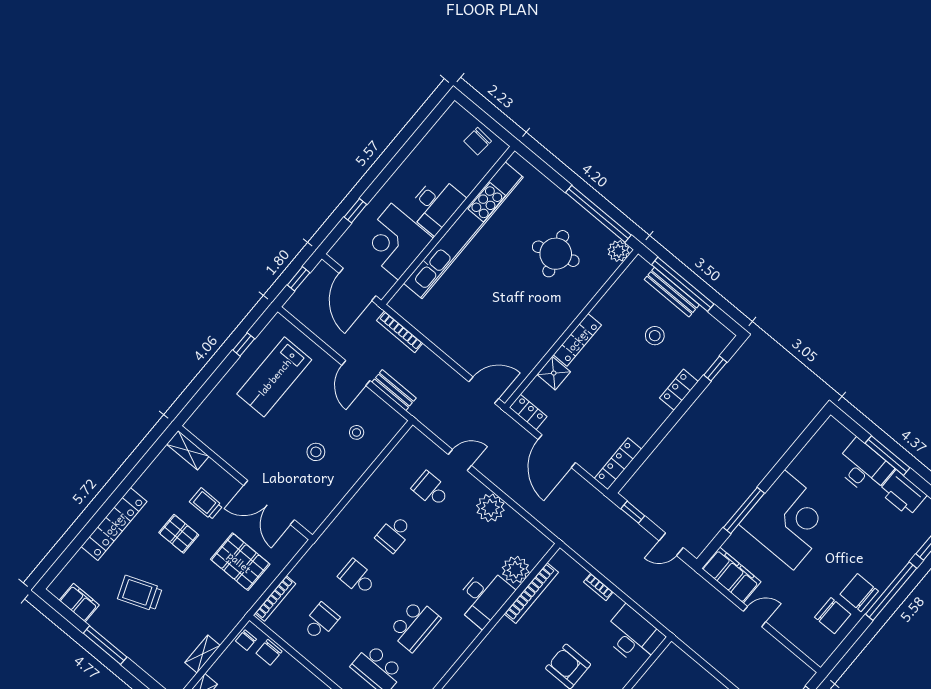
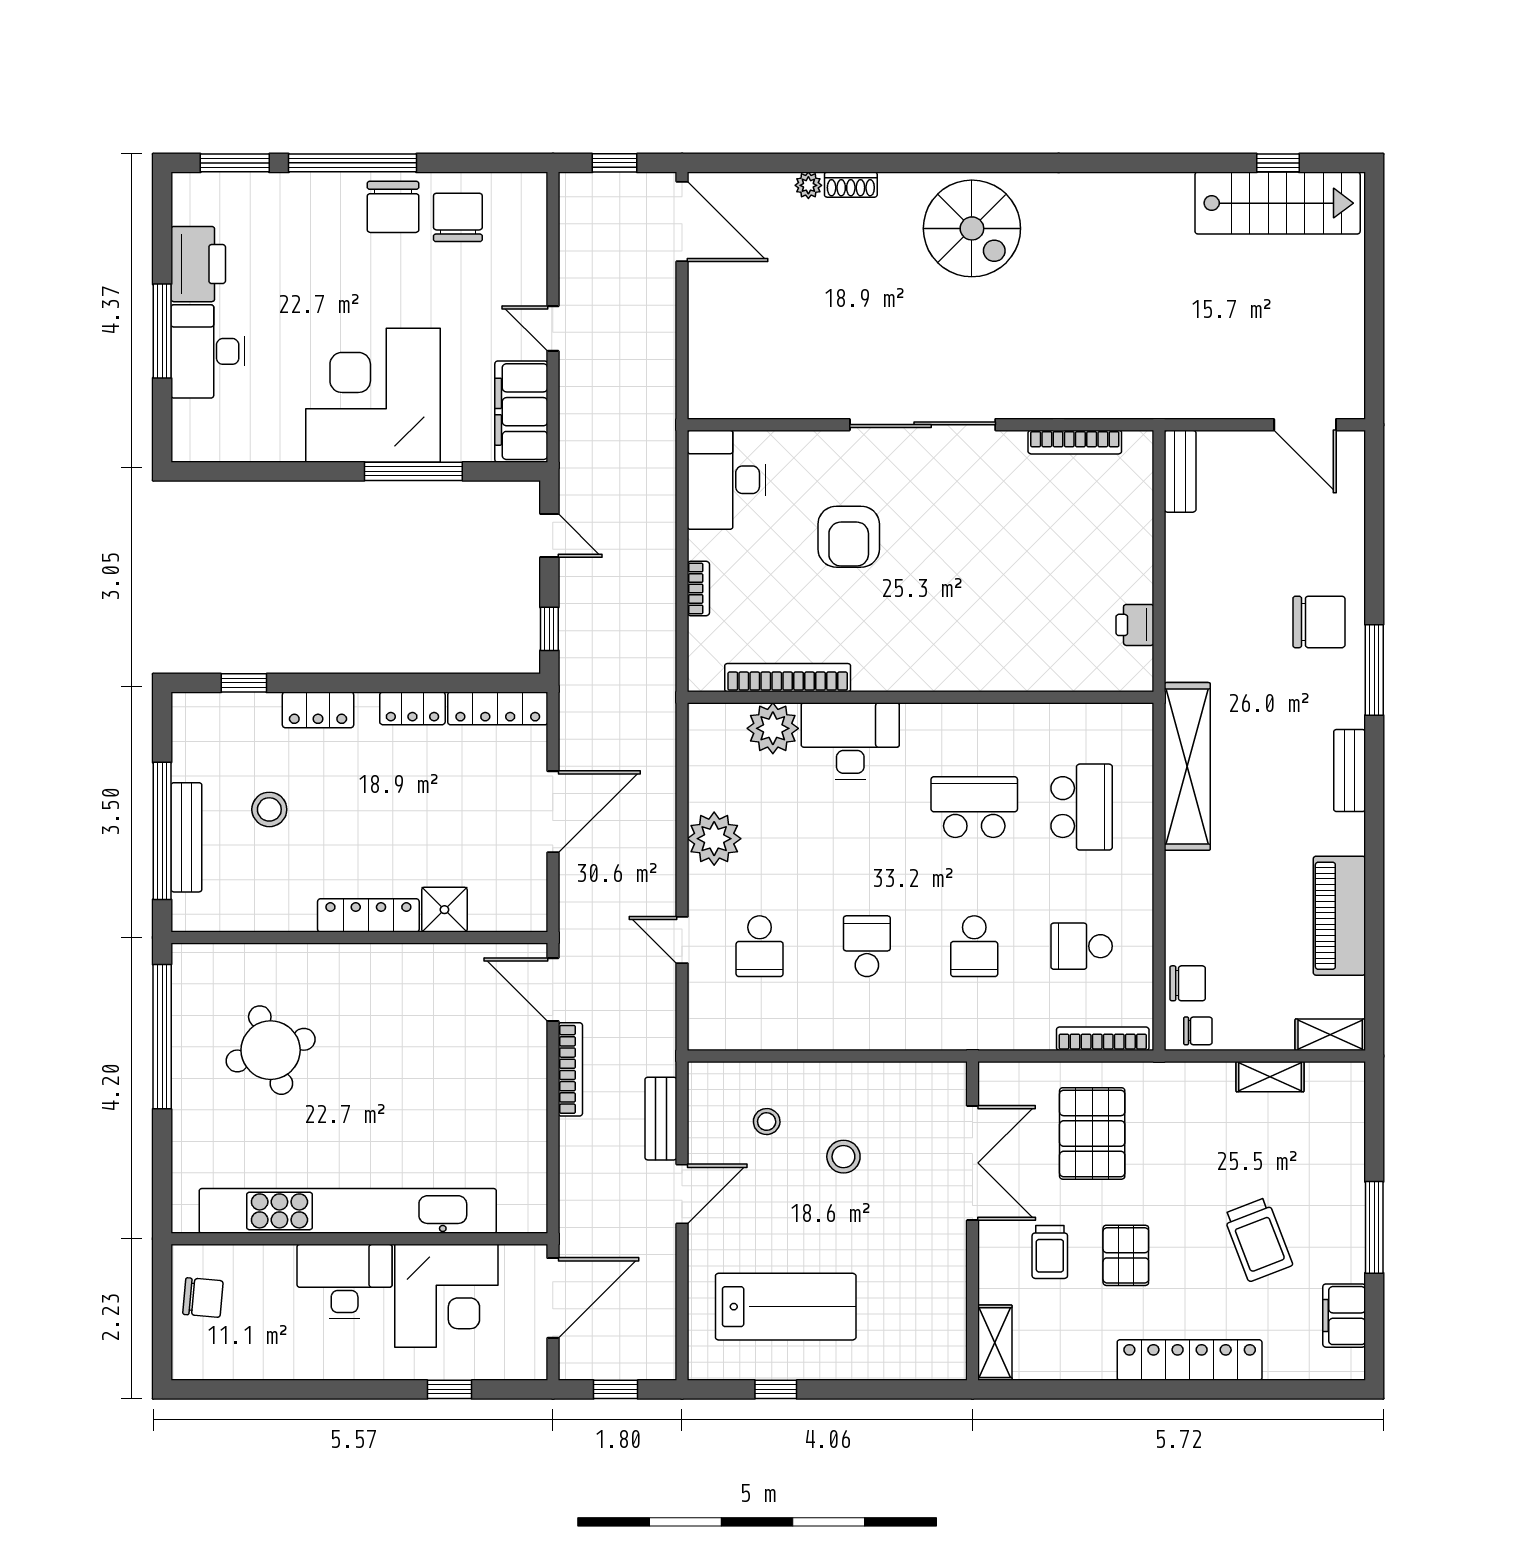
plant: (618, 251) -> (191, 963), removed
bookcase: (400, 332) -> (570, 1069), moved
locker: (528, 412) -> (412, 708), moved, turned -90
school desk: (394, 534) -> (867, 946), turned -90

